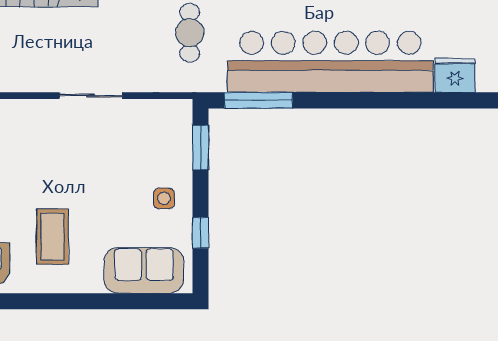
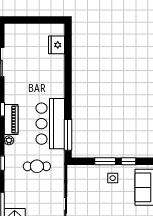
bar counter: (330, 62) -> (50, 124), width x0.54
window: (201, 148) -> (105, 161), moved

